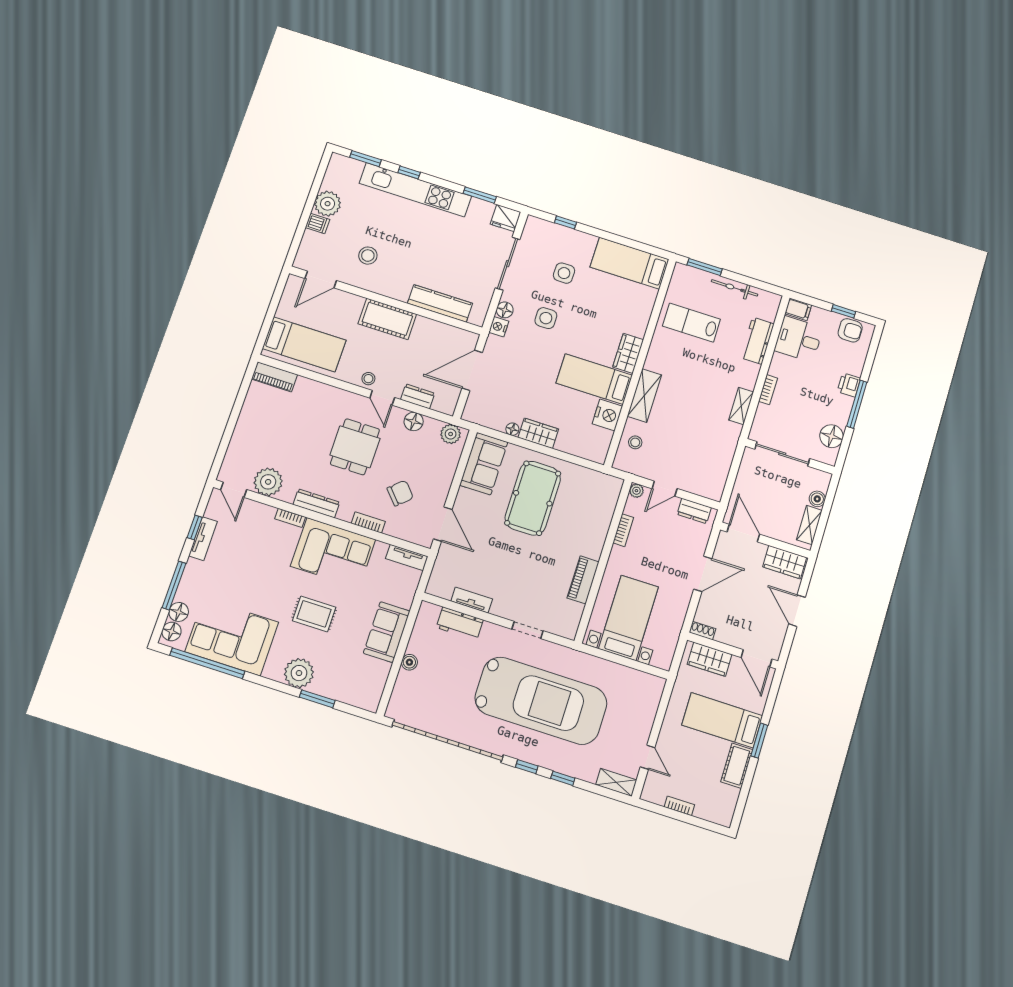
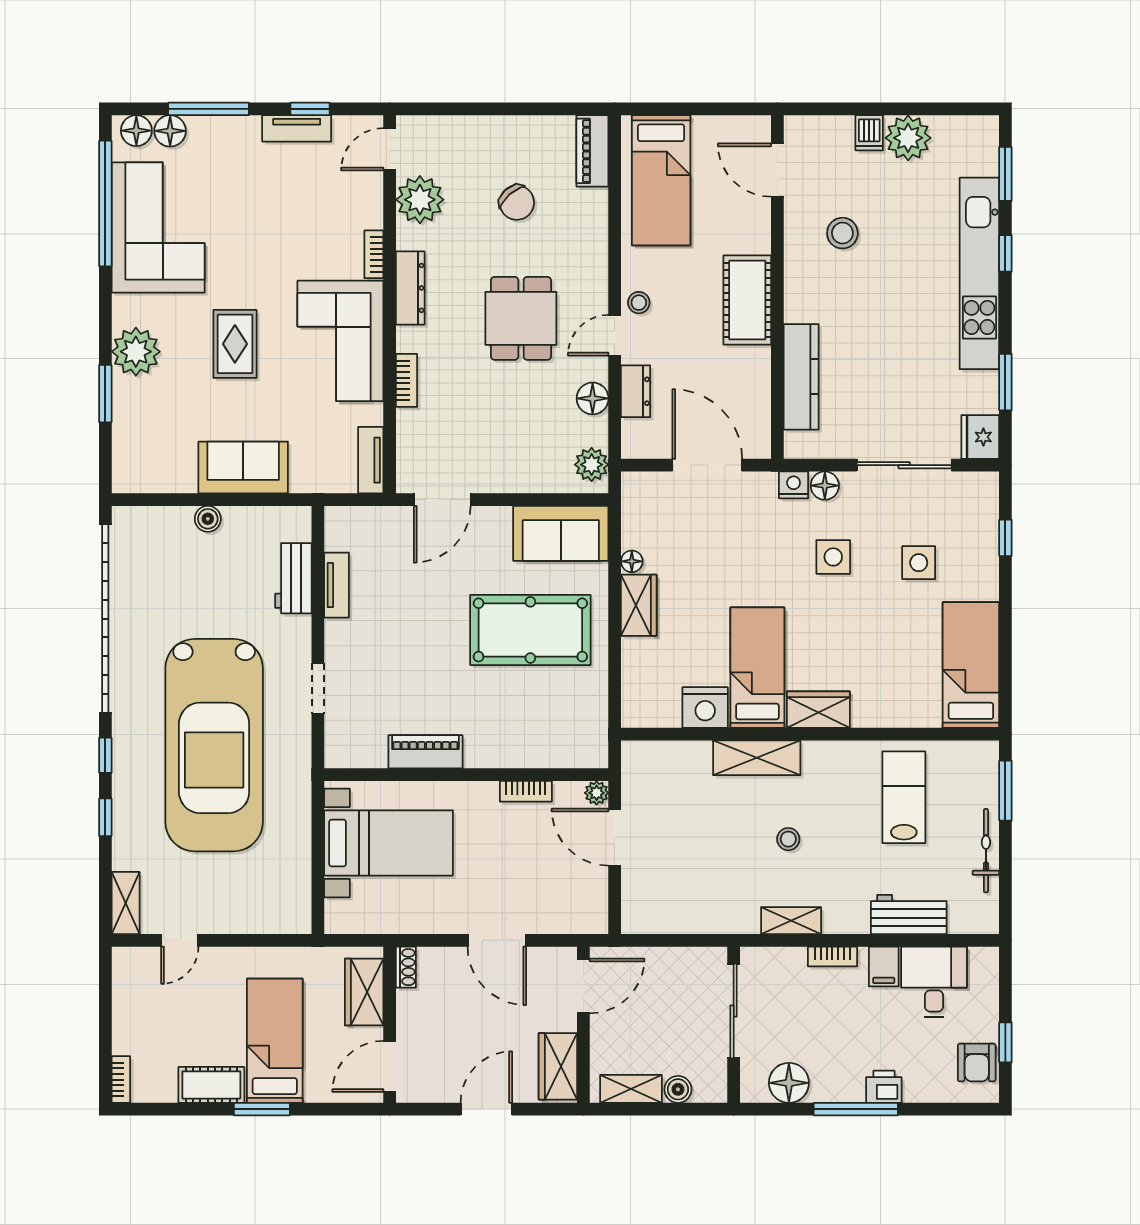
filing cabinet: (798, 309) -> (884, 966), moved
stool: (635, 442) -> (788, 839), moved
dining table: (355, 447) -> (521, 318), turned 90
door: (665, 489) -> (615, 837), width x1.38
chair: (400, 493) -> (517, 203), moved
dresser: (694, 511) -> (594, 896), removed
bookcase: (679, 806) -> (121, 1080), moved

